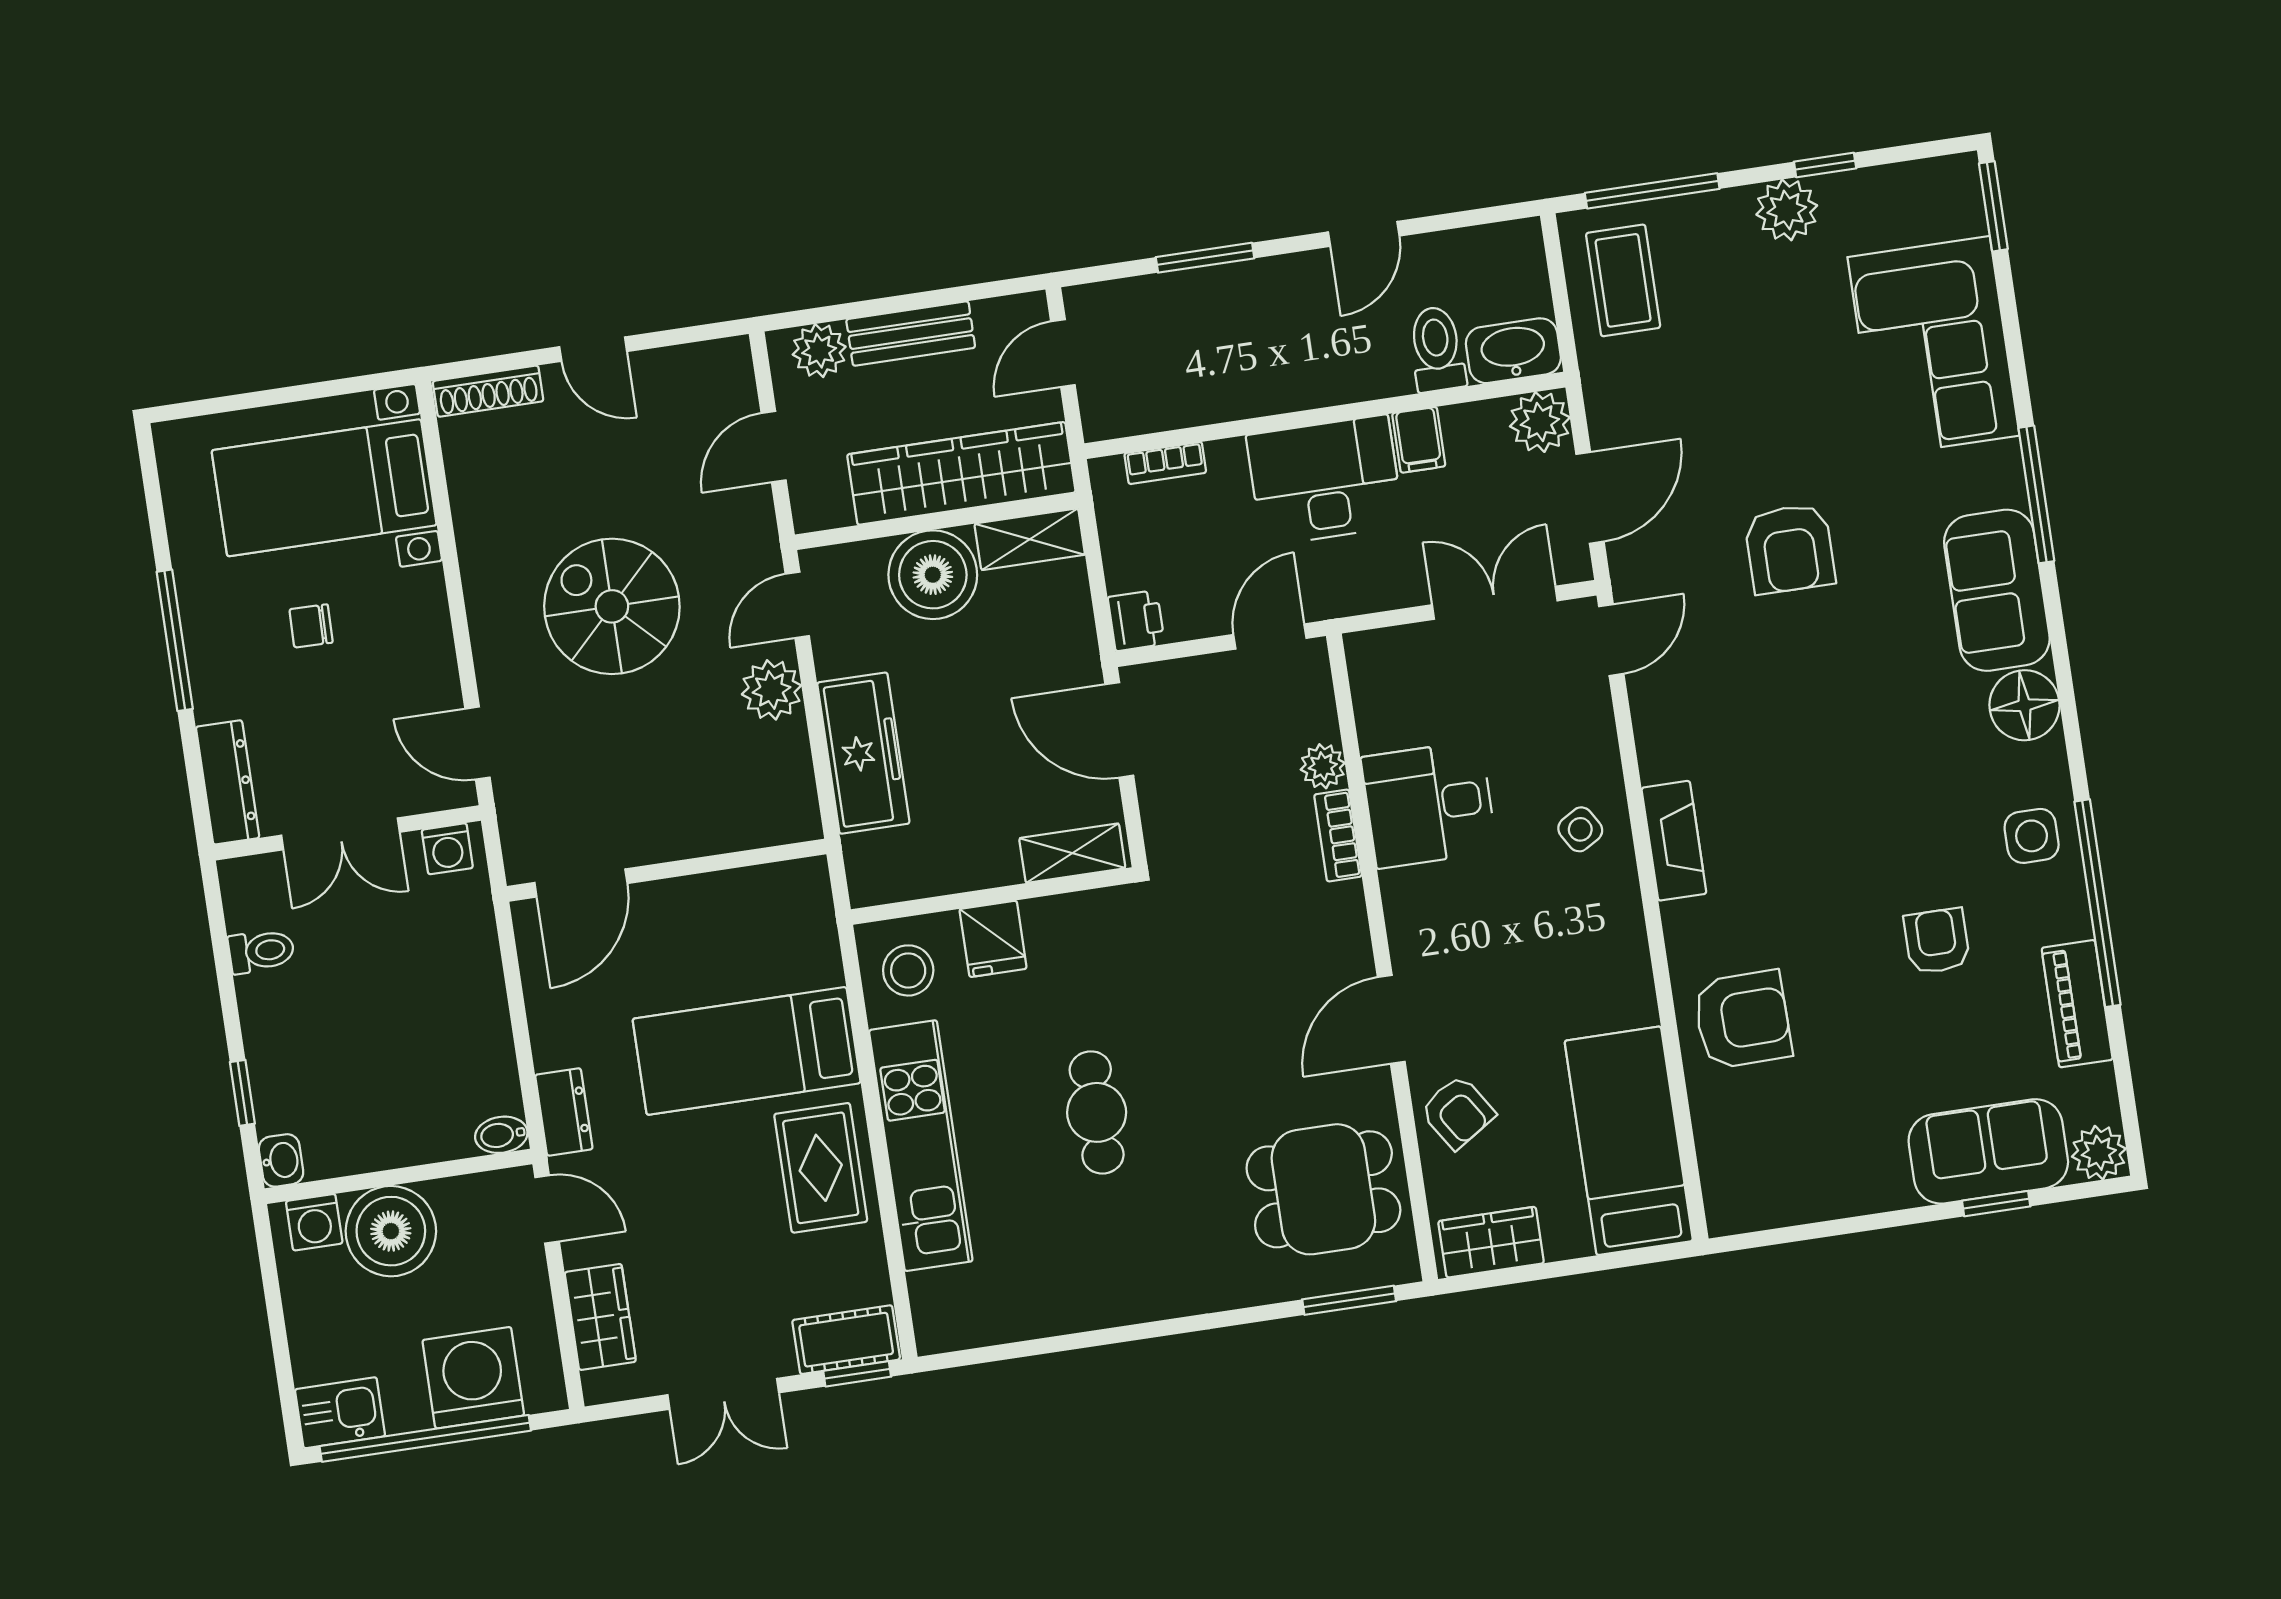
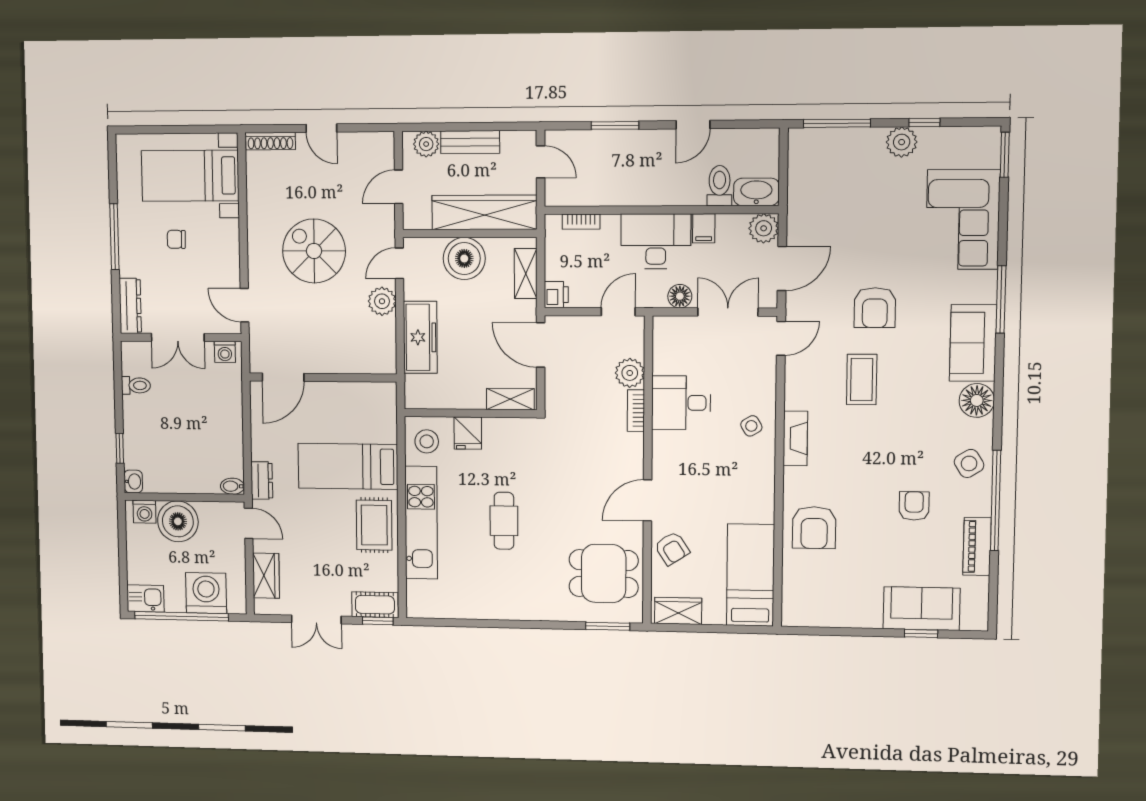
coffee table: (1623, 280) -> (862, 379), moved
door: (1063, 353) -> (541, 162), swing flipped
shelving: (1030, 539) -> (526, 274), moved, turned 90
floor lamp: (1392, 585) -> (680, 296), added
plant: (1323, 766) -> (630, 373), width x1.38, depth x1.38
side table: (2032, 836) -> (969, 463), turned -32
armchair: (1743, 1020) -> (814, 528), turned 91
plant: (2099, 1153) -> (975, 618), removed

